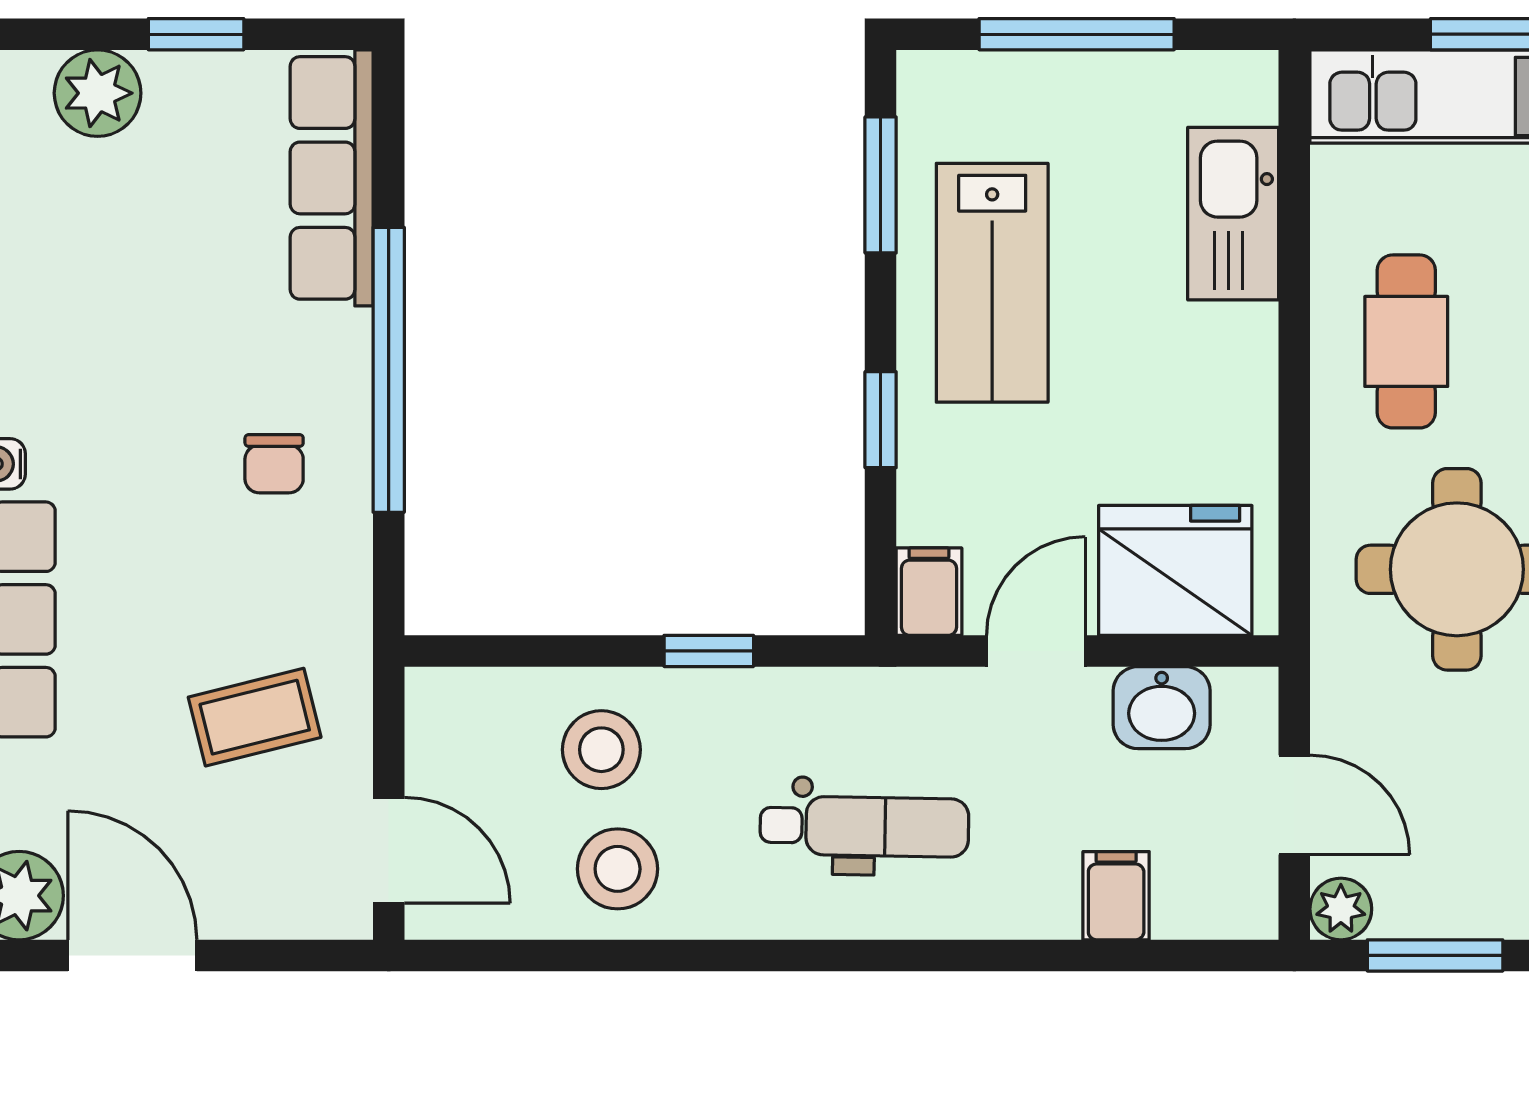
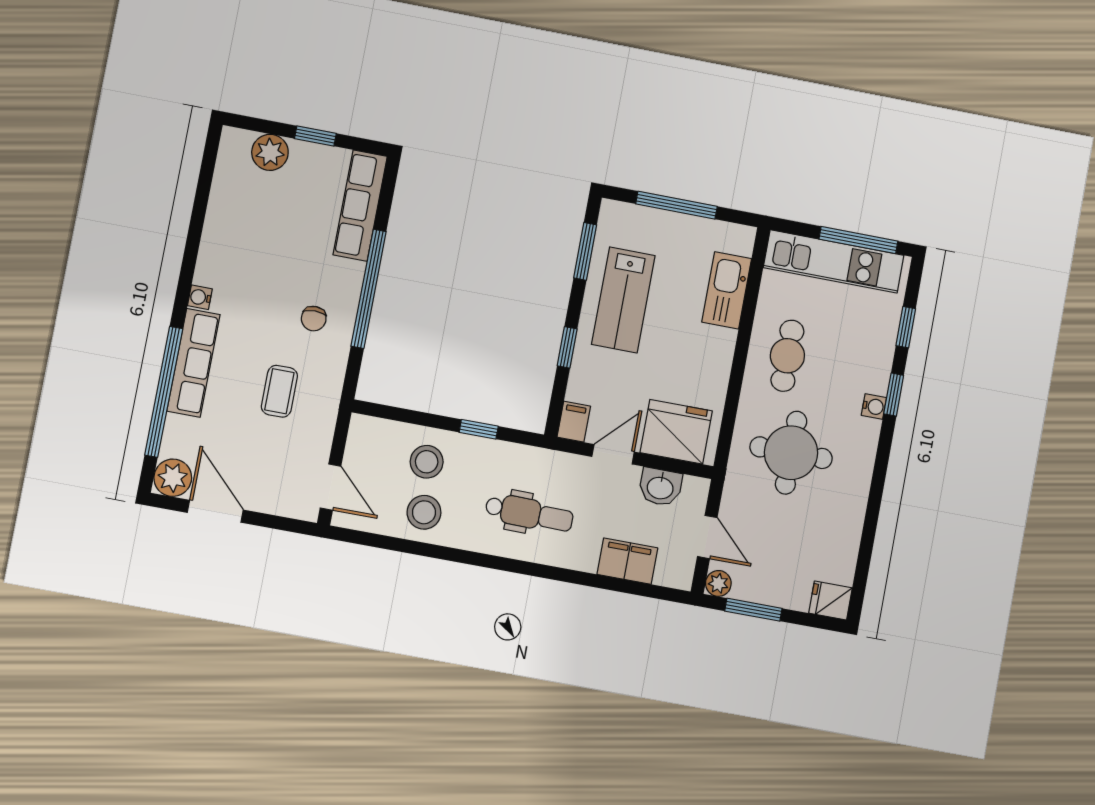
coffee table: (255, 717) -> (279, 391), moved, turned -76
filing cabinet: (1116, 896) -> (627, 561), width x2.00

